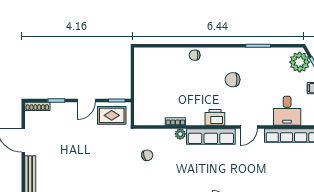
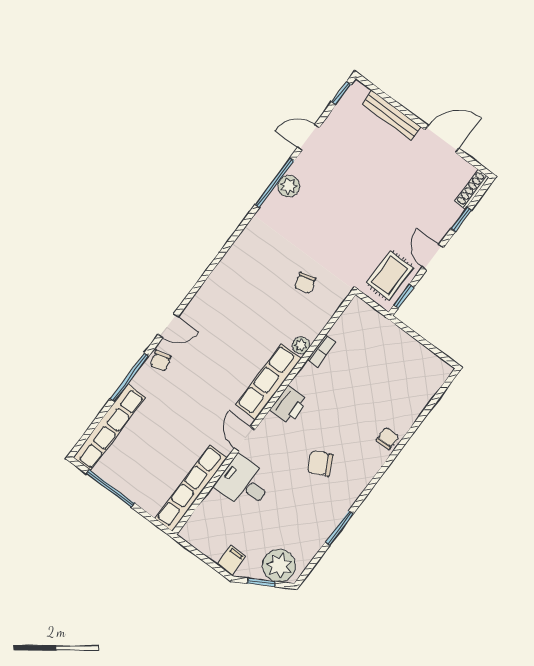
chair: (233, 80) -> (320, 463), turned -115
desk: (287, 111) -> (244, 483), moved

